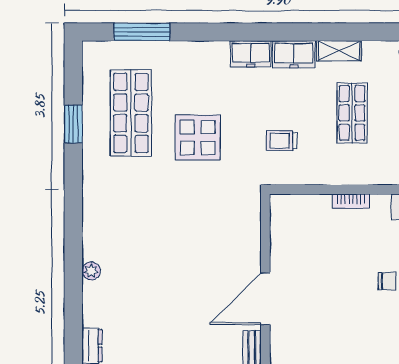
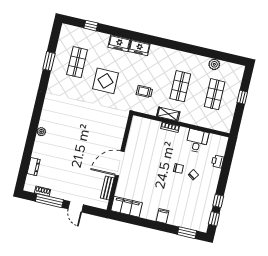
window: (142, 32) -> (91, 26), width x0.46
shelving: (339, 51) -> (168, 114), moved
freezer: (294, 54) -> (119, 43), moved
shop shelf: (131, 113) -> (77, 62), width x0.70, depth x0.74

